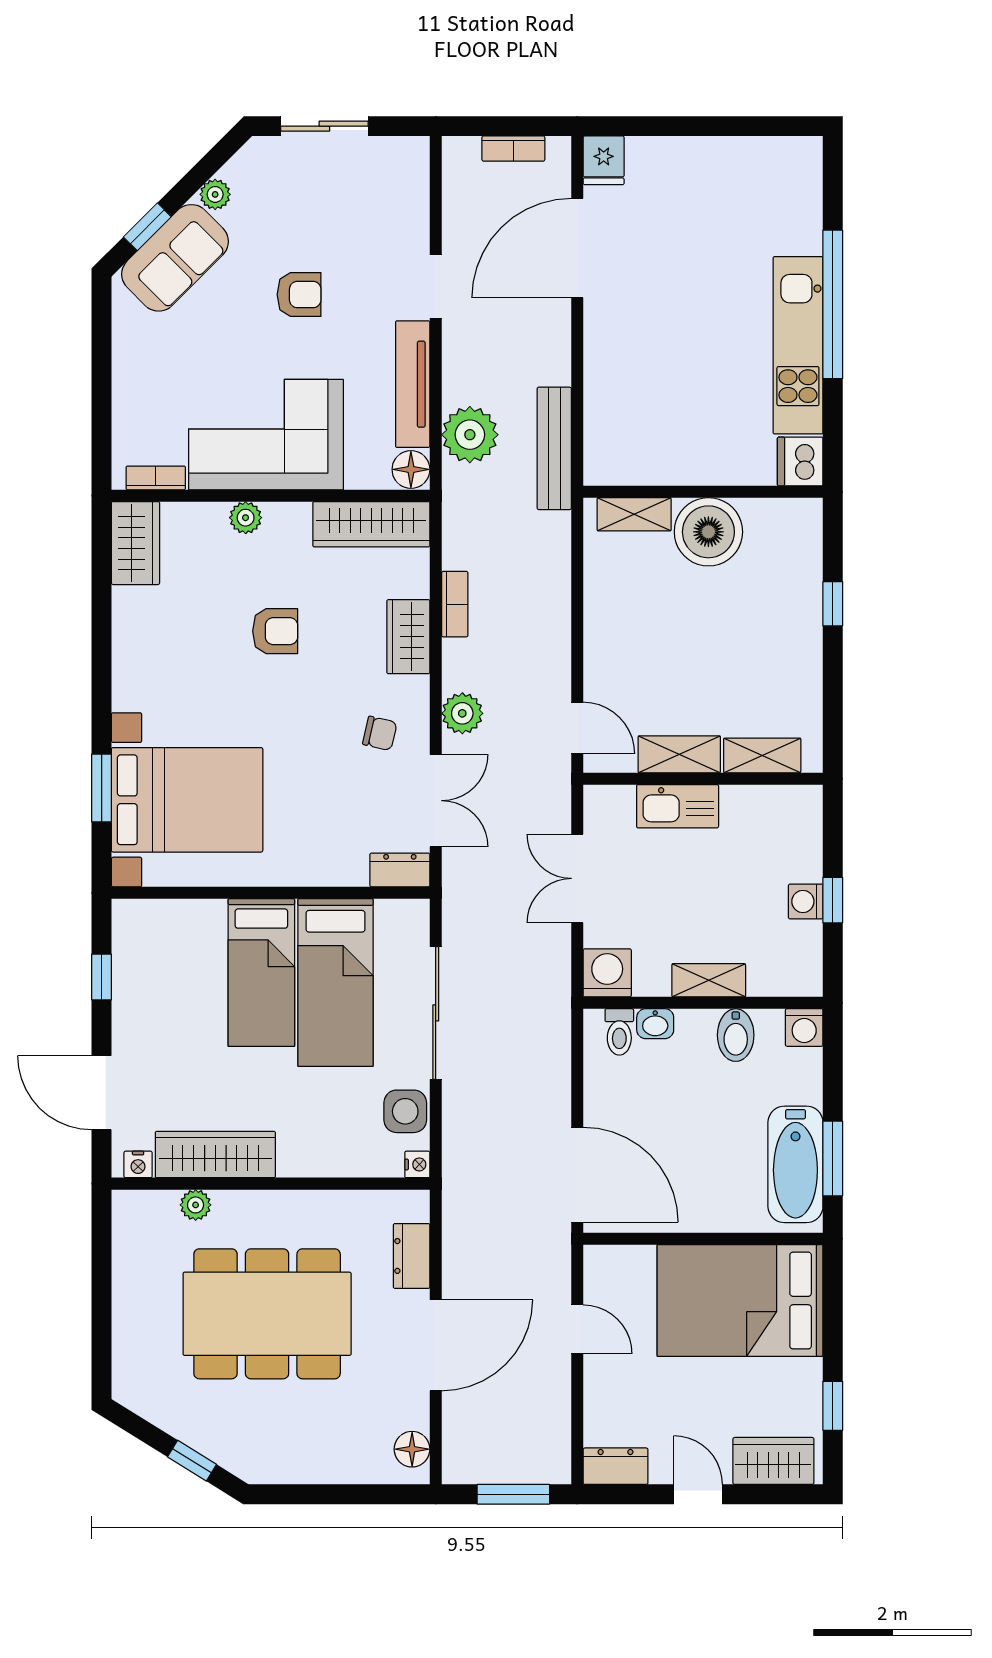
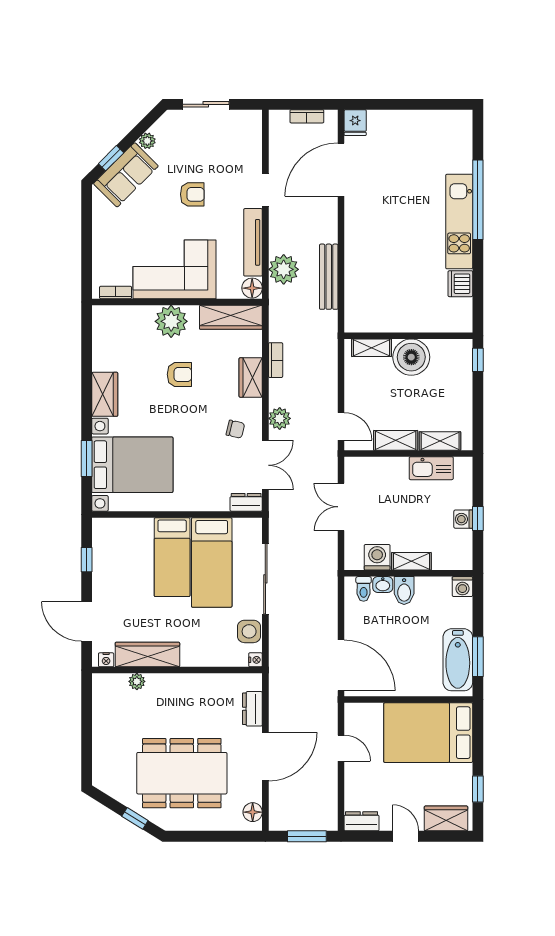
wall: (703, 492) -> (408, 336), moved
shelving: (634, 514) -> (371, 348), moved
plant: (246, 518) -> (171, 321), width x1.87, depth x1.87
boiler: (708, 532) -> (411, 357), moved
wardrobe: (135, 543) -> (105, 394), moved
kitchen sink: (678, 806) -> (431, 468), moved
washing machine: (607, 973) -> (377, 557), moved
bidet: (736, 1035) -> (404, 591), moved
dining table: (267, 1314) -> (182, 773), moved

